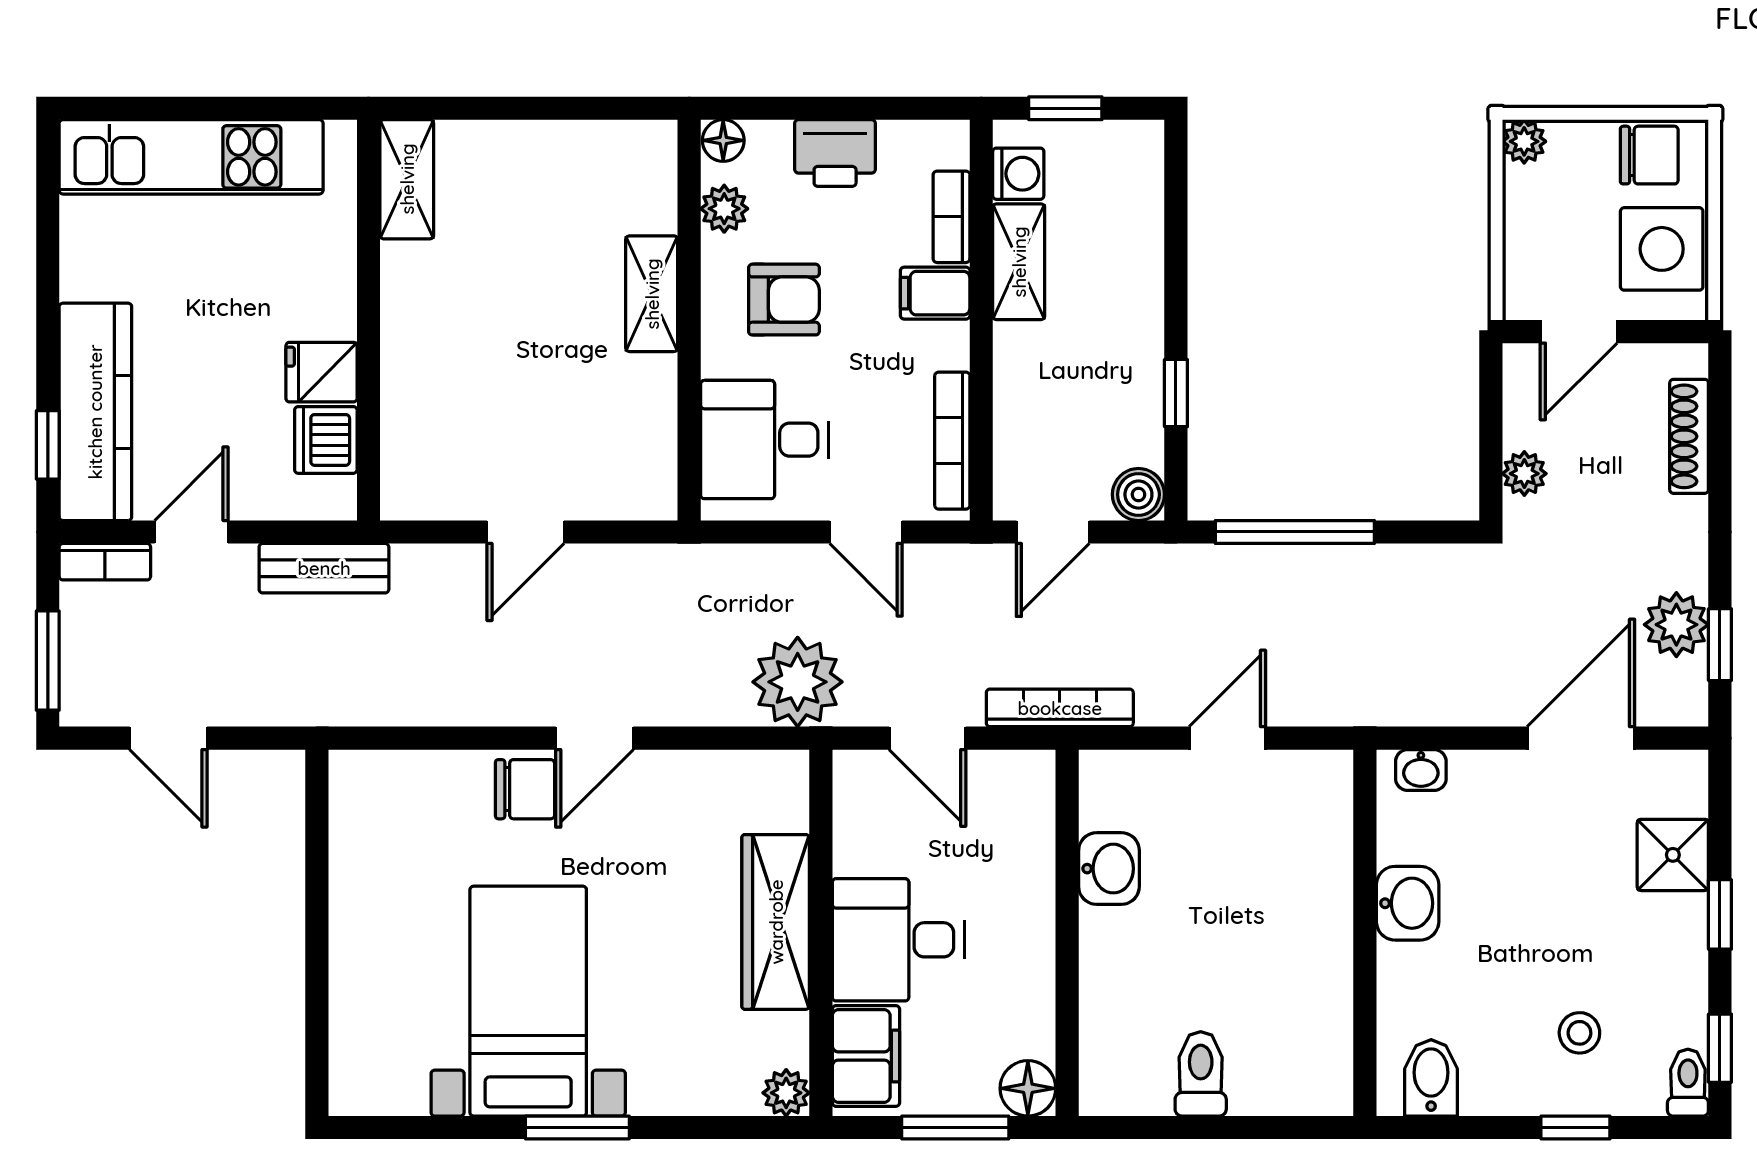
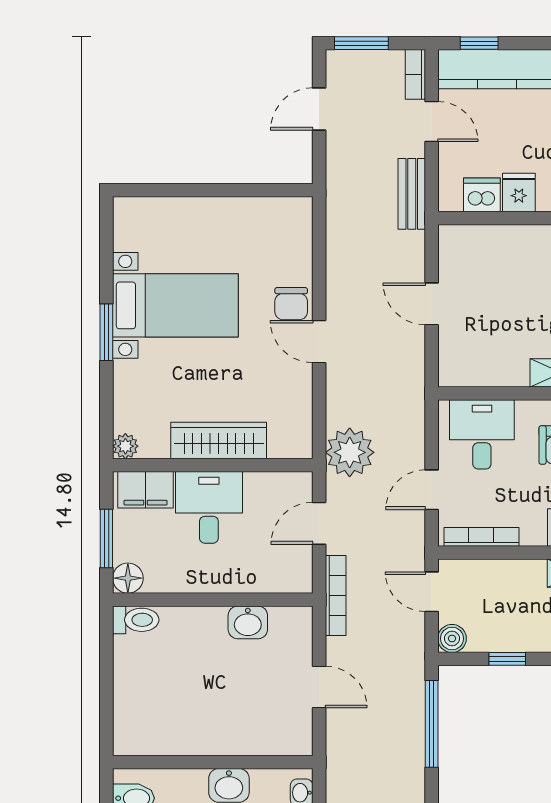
toilet: (1201, 1074) -> (136, 620), moved

